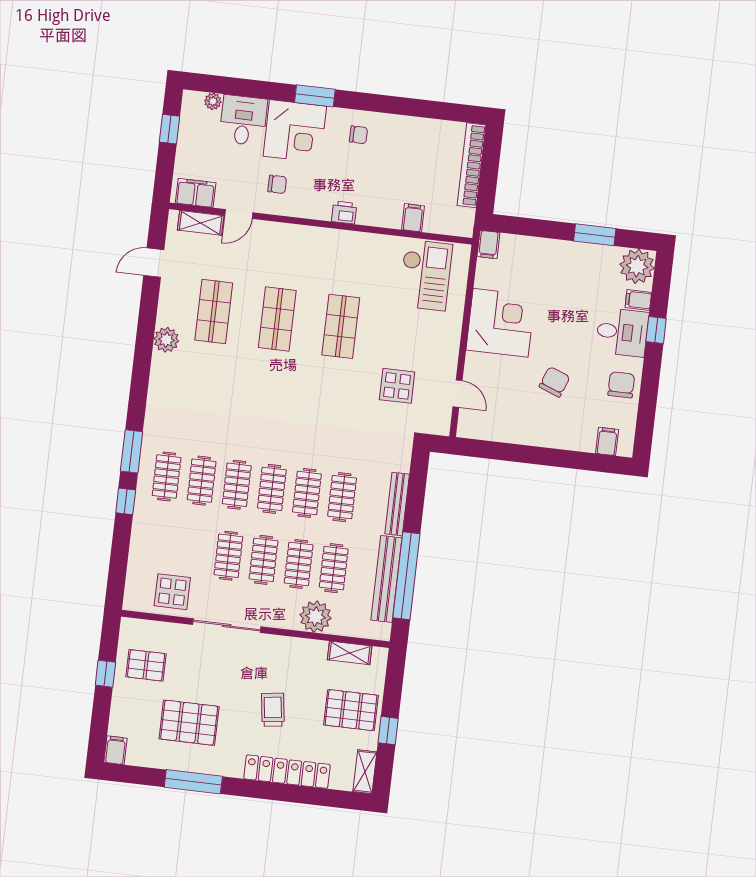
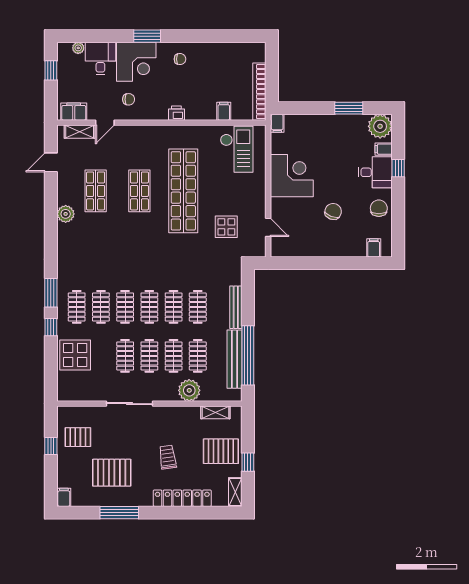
bookcase: (471, 165) -> (259, 92), moved
shop shelf: (341, 326) -> (183, 191), width x2.00, depth x1.36
display table: (172, 592) -> (75, 355), moved, width x1.36, depth x1.36

